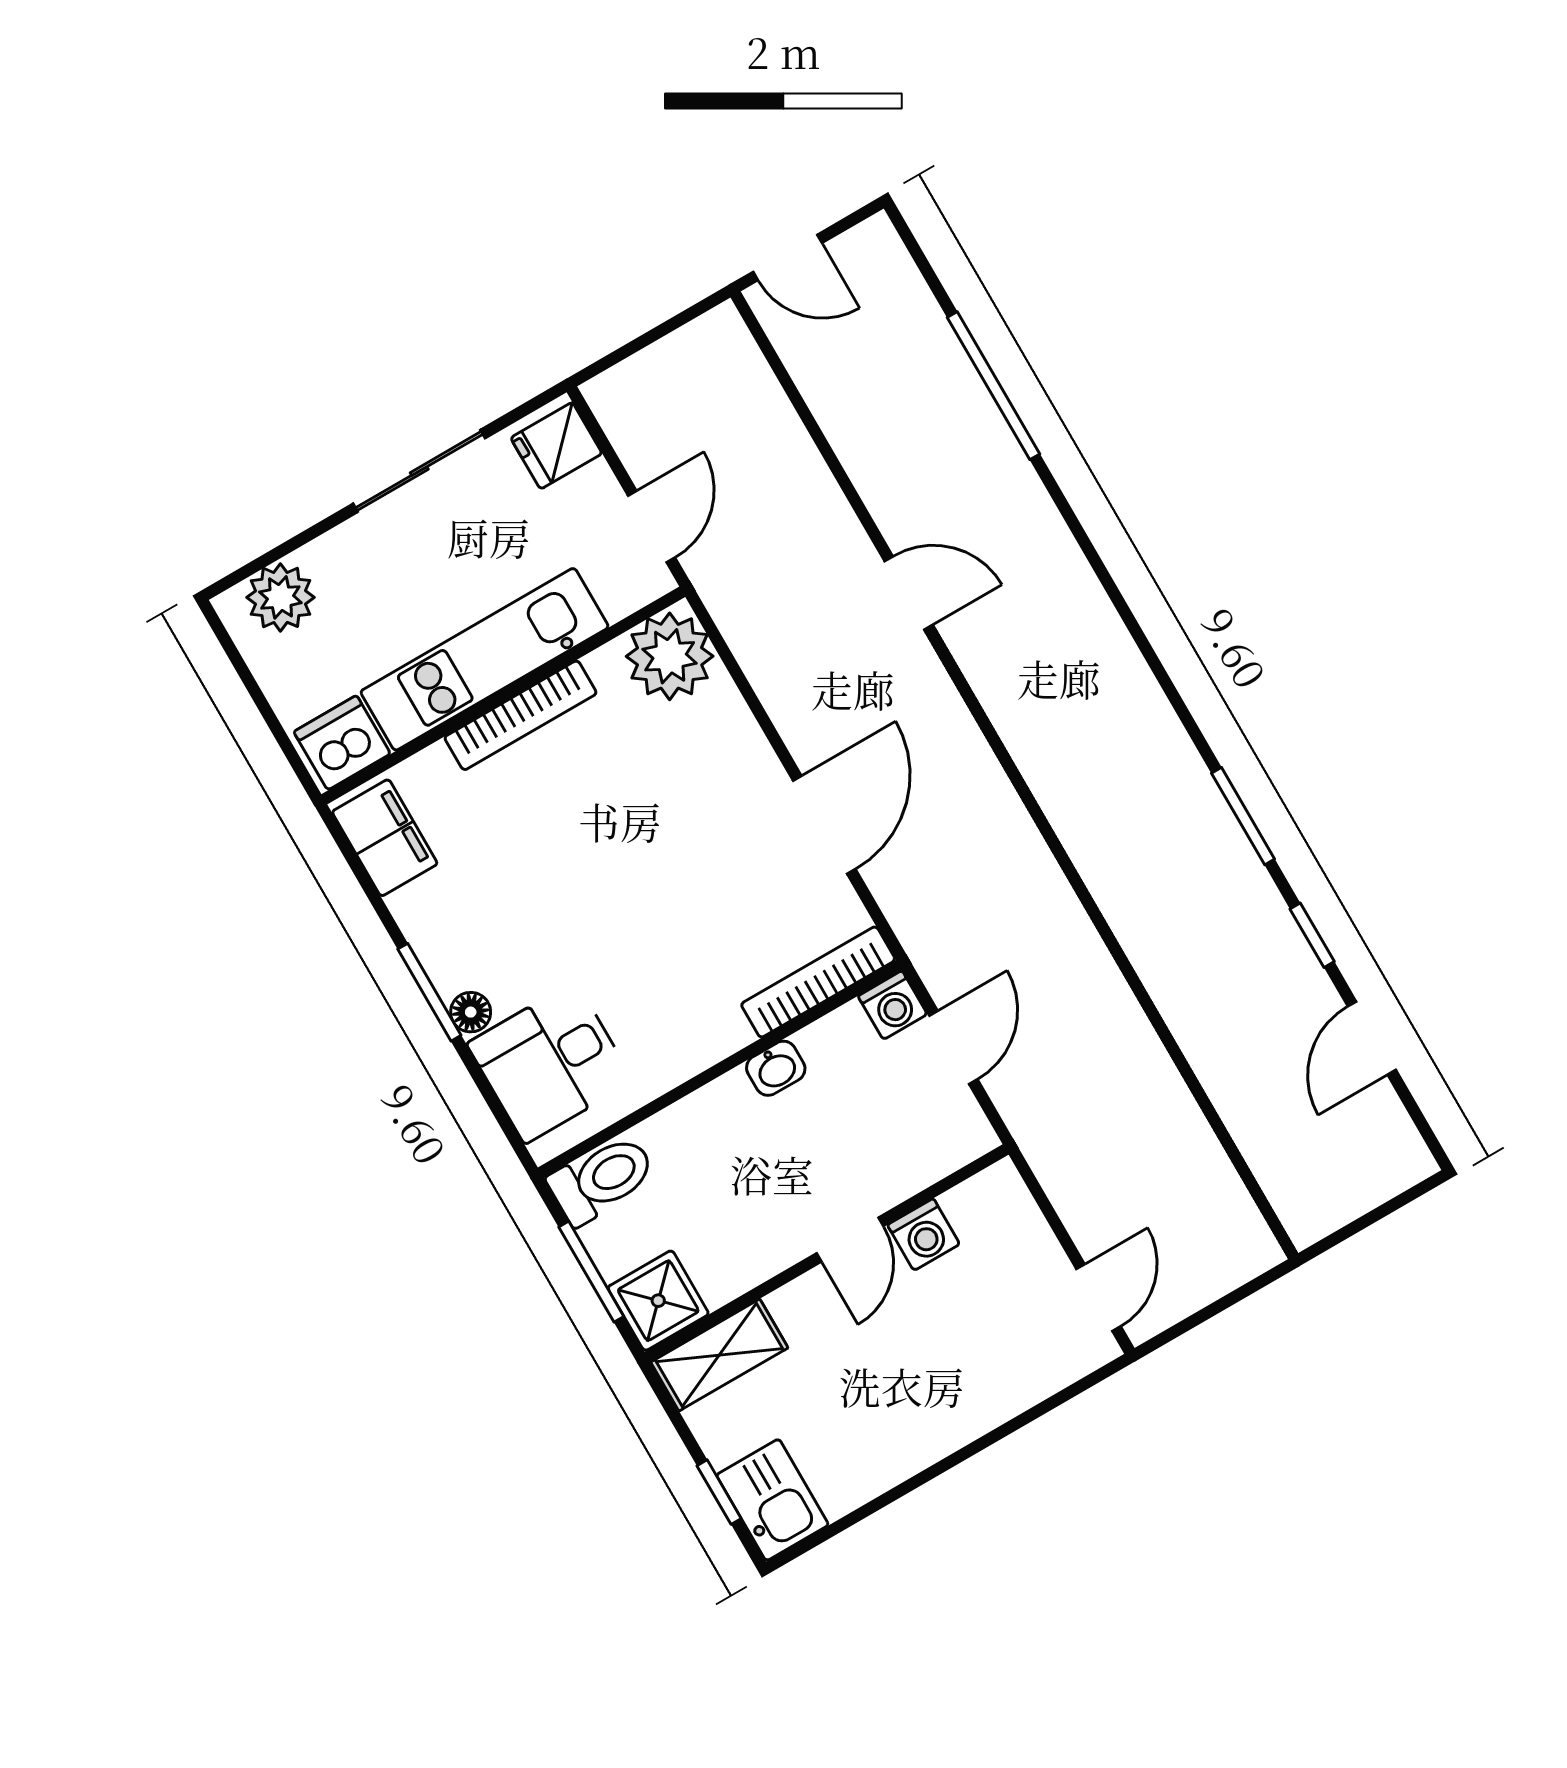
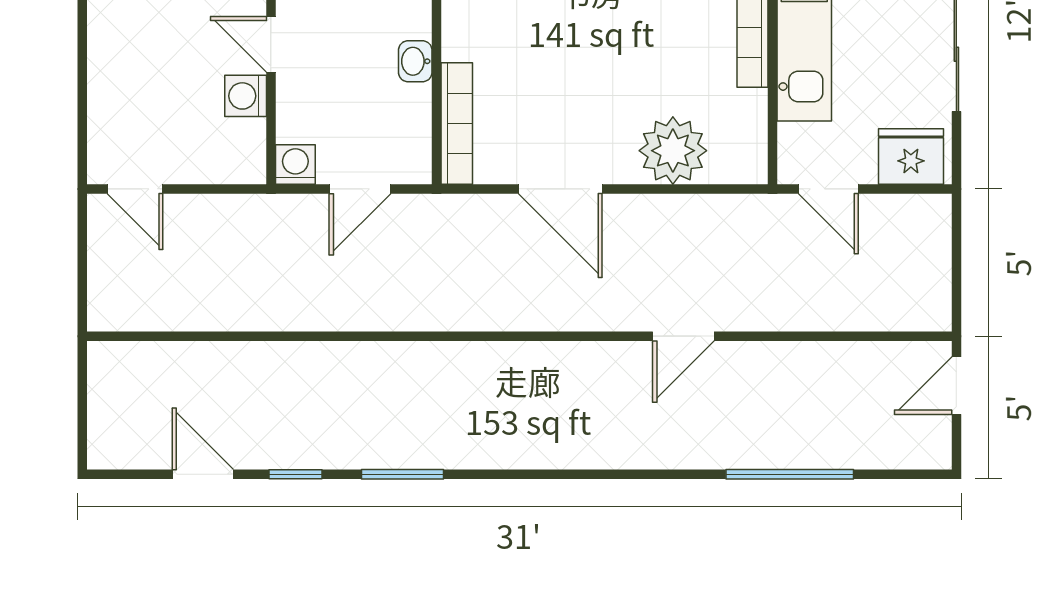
fridge: (556, 446) -> (911, 157), width x1.38
plant: (670, 656) -> (673, 151), moved
washing machine: (893, 1005) -> (295, 165), moved, turned 90
door: (953, 1047) -> (360, 189), hinge flipped

